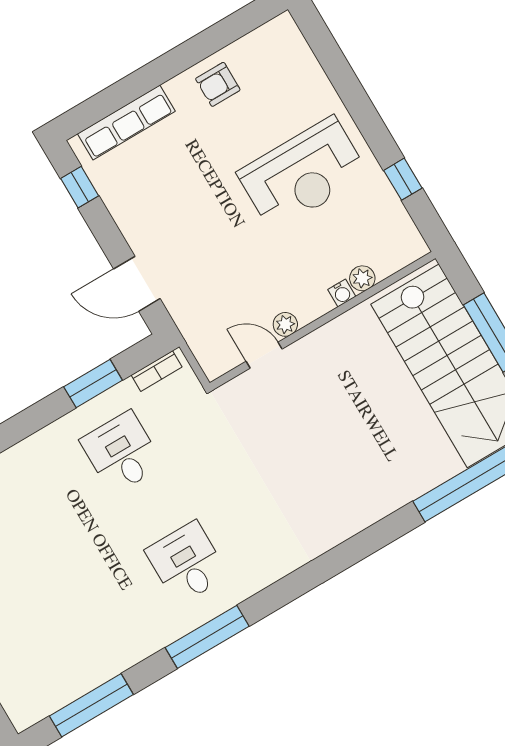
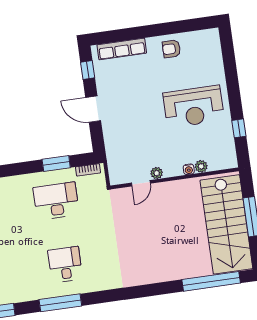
door: (137, 284) -> (93, 109), moved
door: (264, 355) -> (141, 183), swing flipped
desk: (122, 453) -> (56, 201), width x1.37

